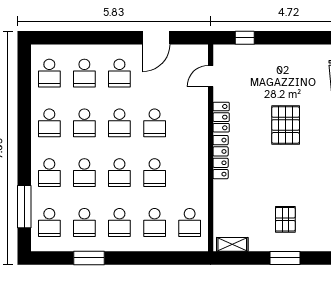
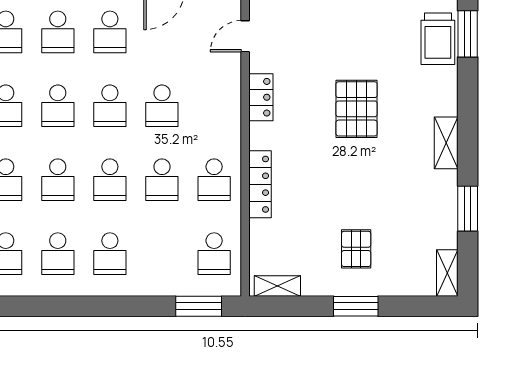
locker: (221, 157) -> (260, 184), moved
school desk: (155, 222) -> (214, 180), moved
window: (89, 258) -> (199, 306), moved

